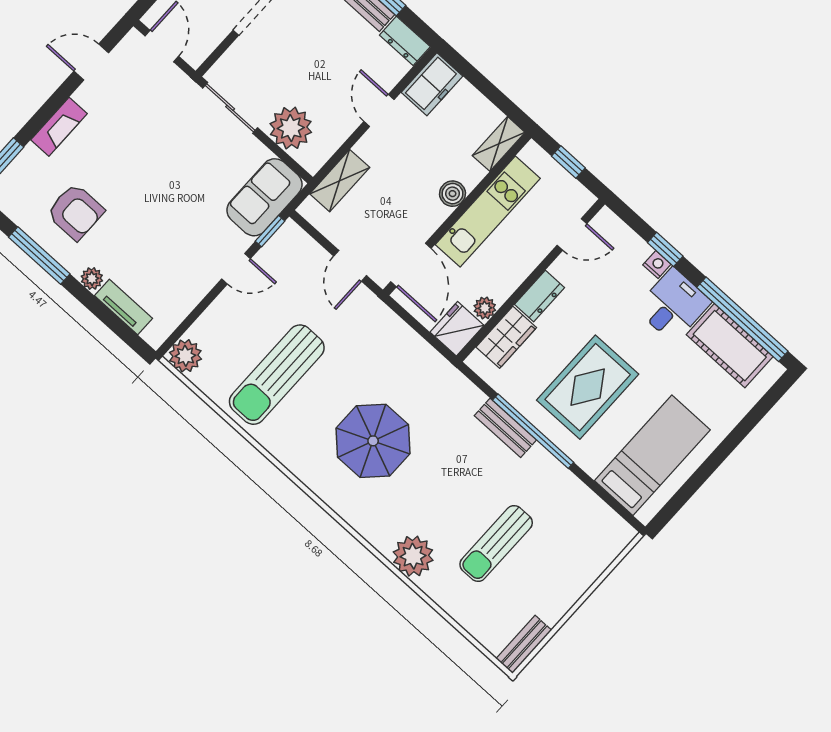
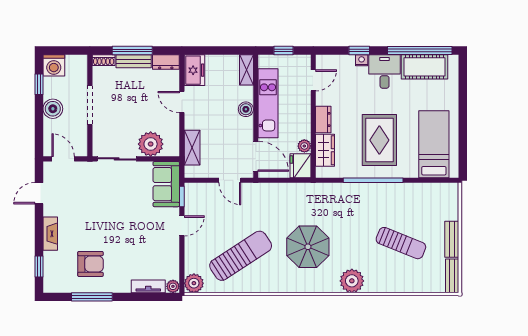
plant: (92, 279) -> (173, 286), moved
sun lounger: (277, 375) -> (241, 256), turned -123
bench: (505, 428) -> (452, 239), moved, turned 90
sun lounger: (496, 544) -> (401, 243), turned -68
plant: (413, 556) -> (352, 281), moved

